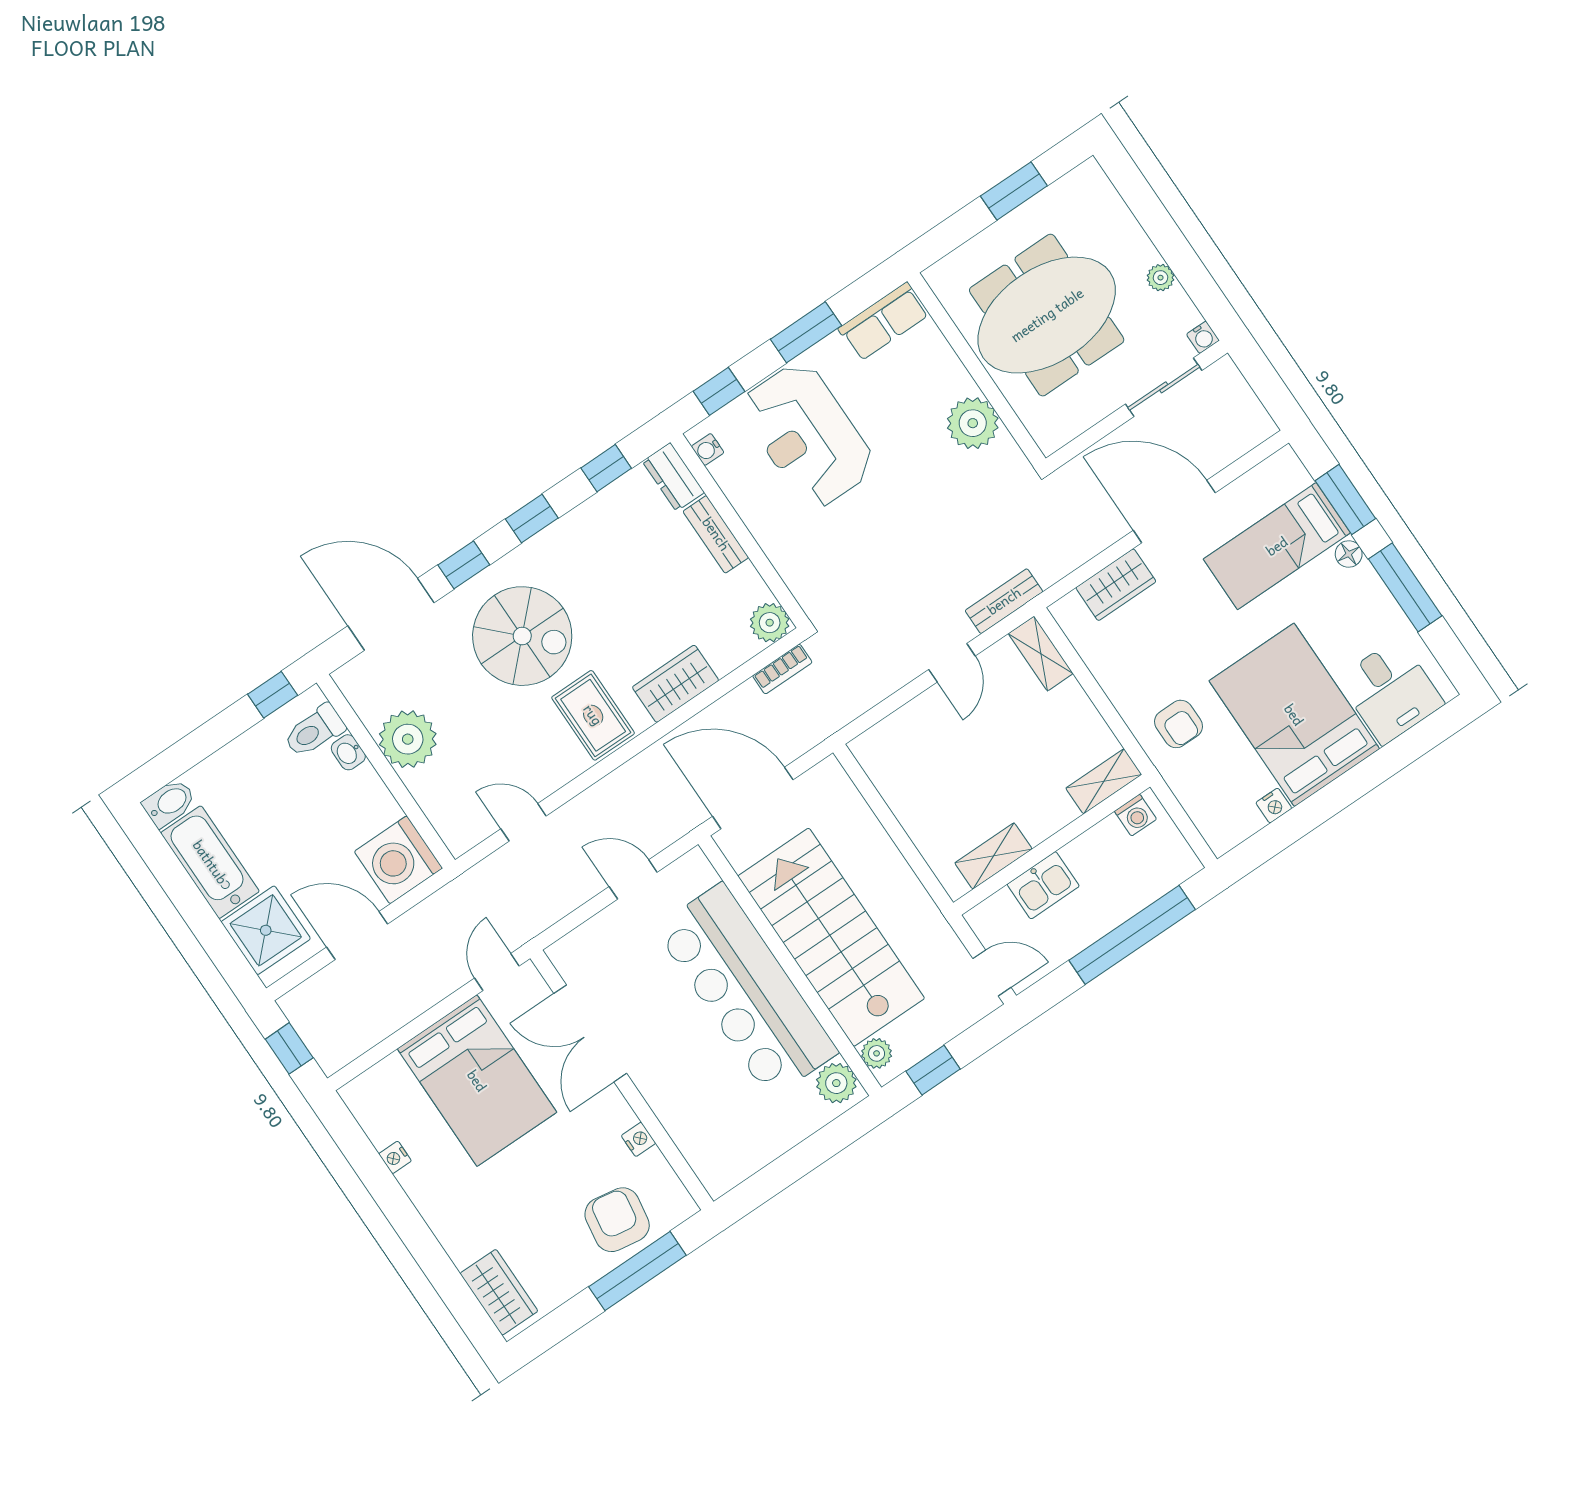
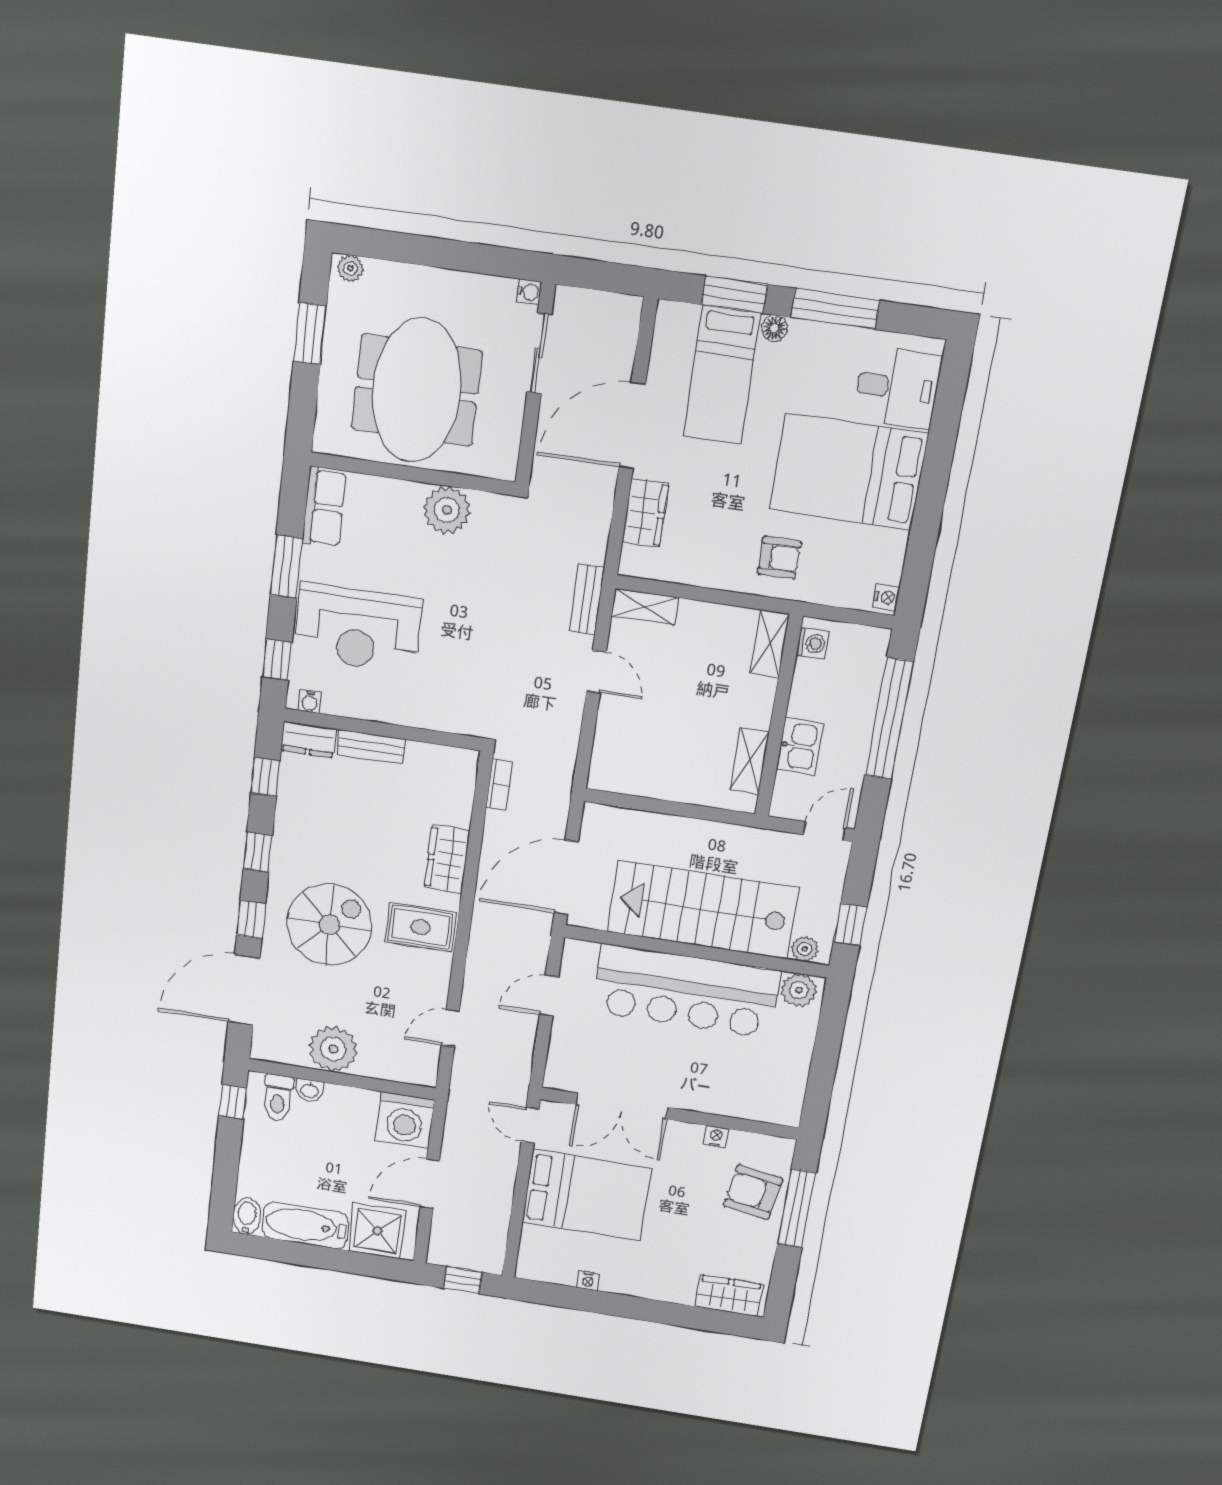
plant: (1160, 278) -> (350, 268), moved
plant: (770, 623) -> (461, 765), removed
nightstand: (1274, 806) -> (886, 597), moved

